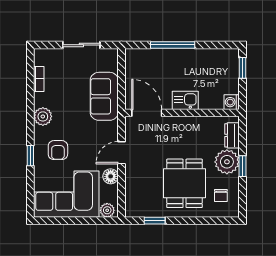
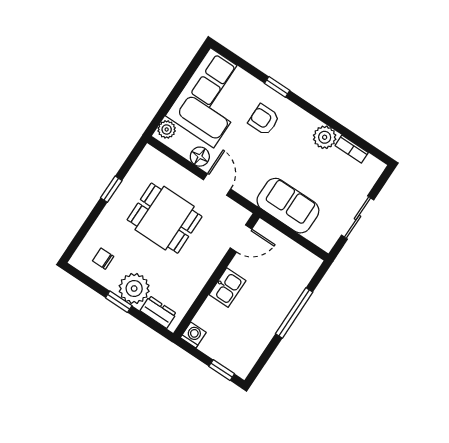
door: (147, 113) -> (241, 239), width x0.73
plant: (43, 116) -> (325, 137), moved
dining table: (185, 183) -> (165, 218), moved
window: (155, 221) -> (111, 189), moved

